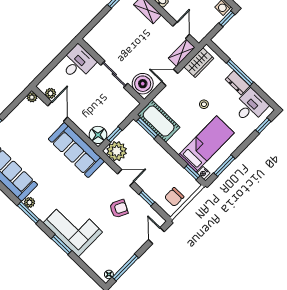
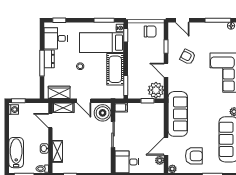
door: (181, 30) -> (50, 121), hinge flipped
filing cabinet: (131, 105) -> (121, 107), added
cot: (159, 121) -> (115, 69), moved
armchair: (25, 128) -> (194, 156), added
floor lamp: (98, 135) -> (157, 110), removed
door: (156, 236) -> (182, 20), hinge flipped

